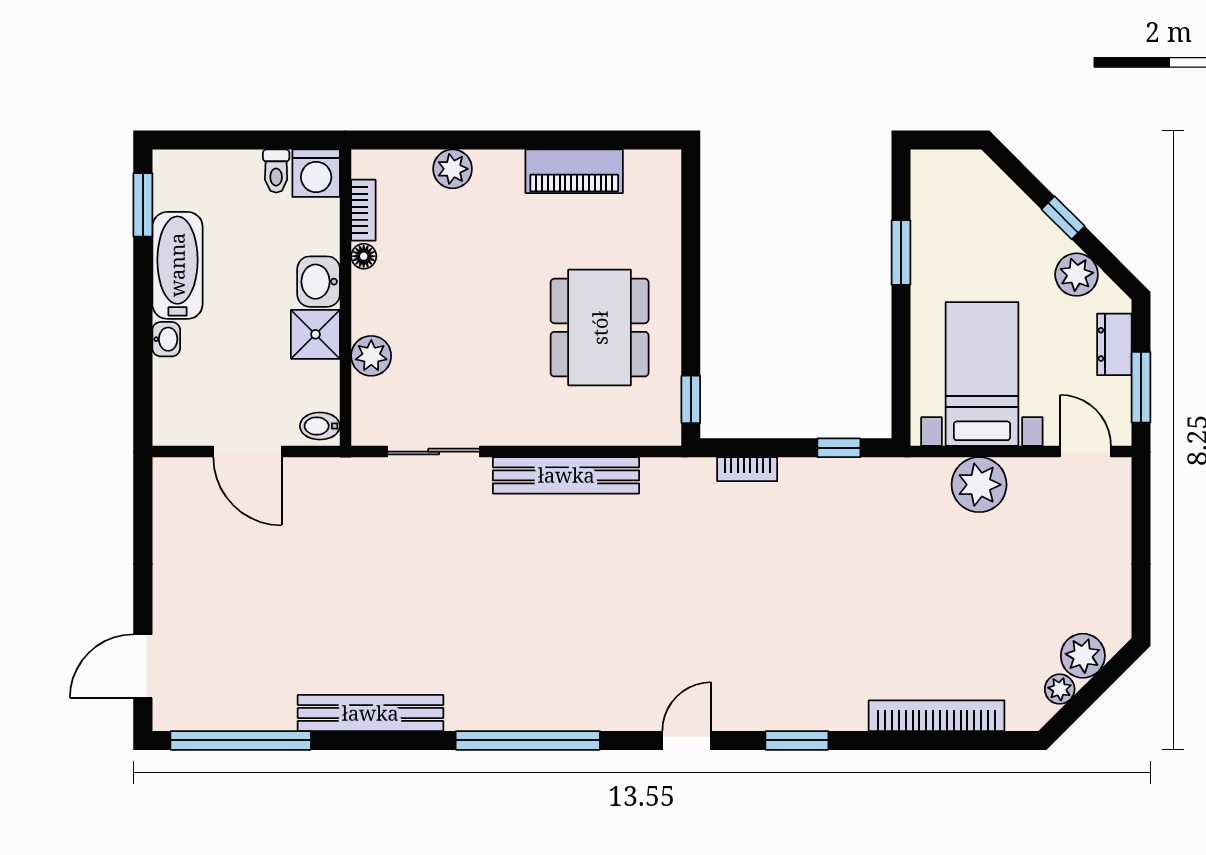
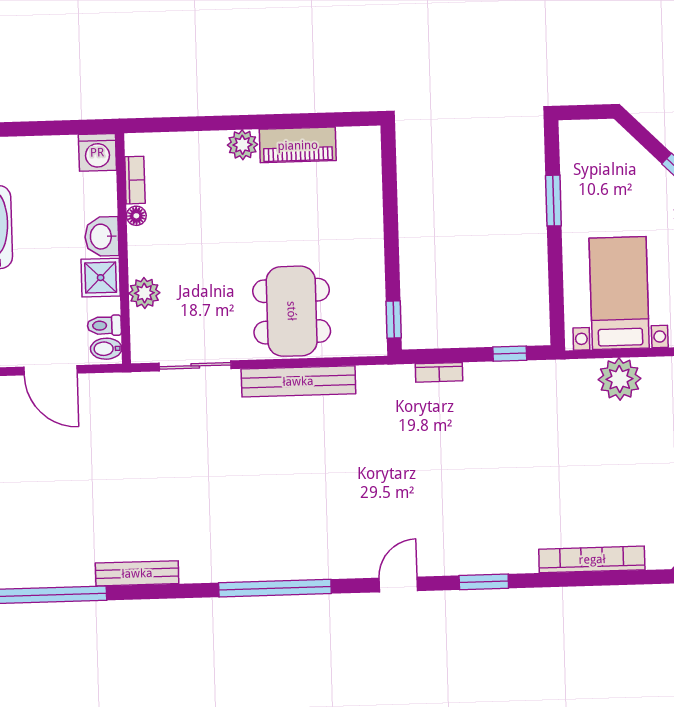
plant: (453, 169) -> (242, 145), moved
toilet: (276, 171) -> (104, 325), moved, turned 90
dining table: (600, 328) -> (292, 311), moved
bench: (370, 713) -> (137, 573), width x0.73, depth x0.82

